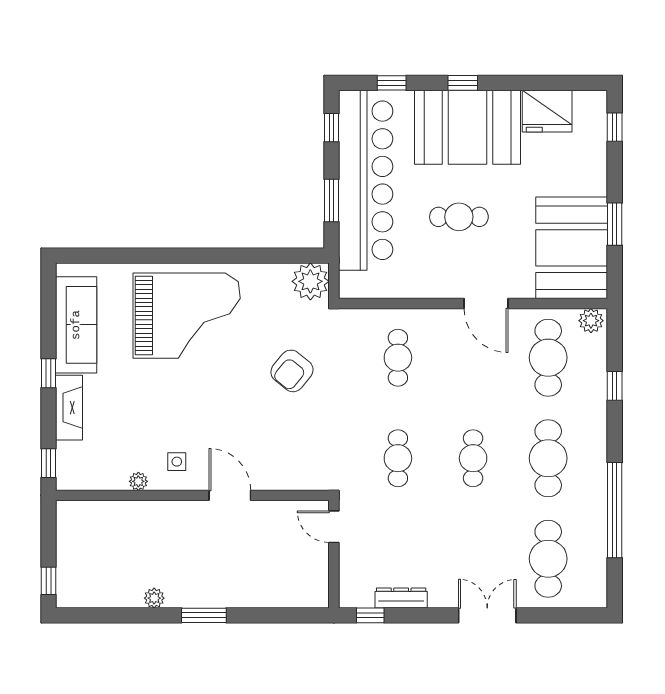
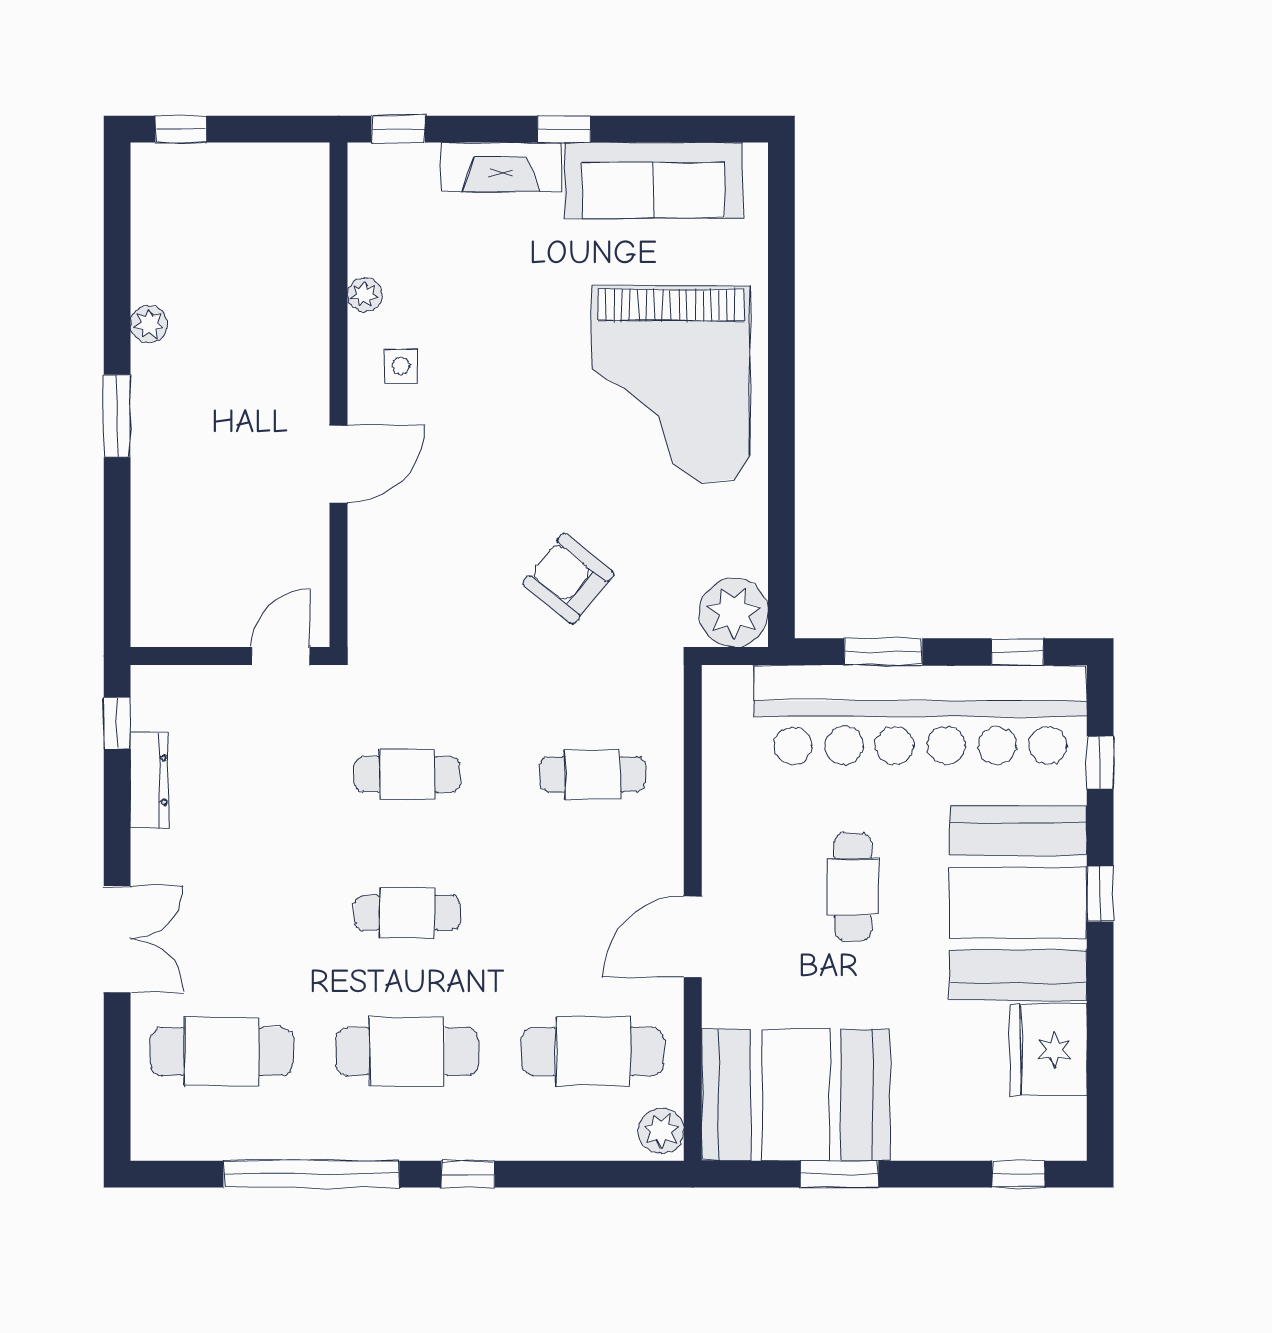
window: (615, 386) -> (468, 1174), moved

